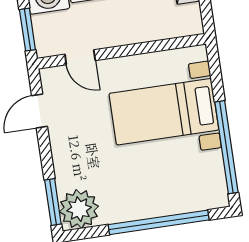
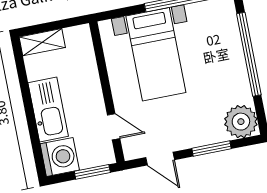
door: (80, 57) -> (114, 127), hinge flipped
window: (53, 202) -> (212, 149), moved

